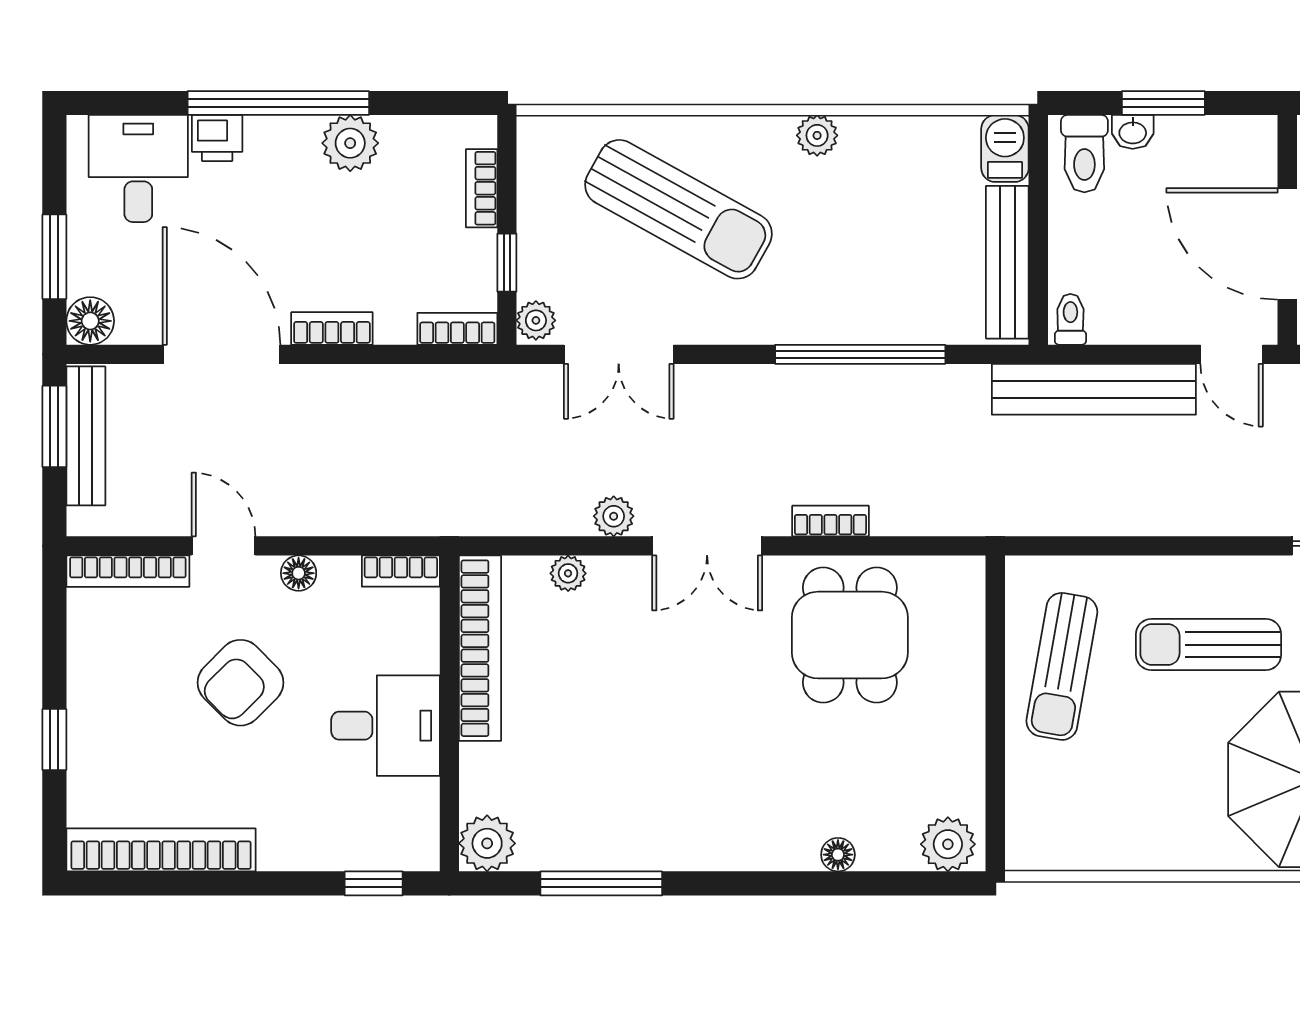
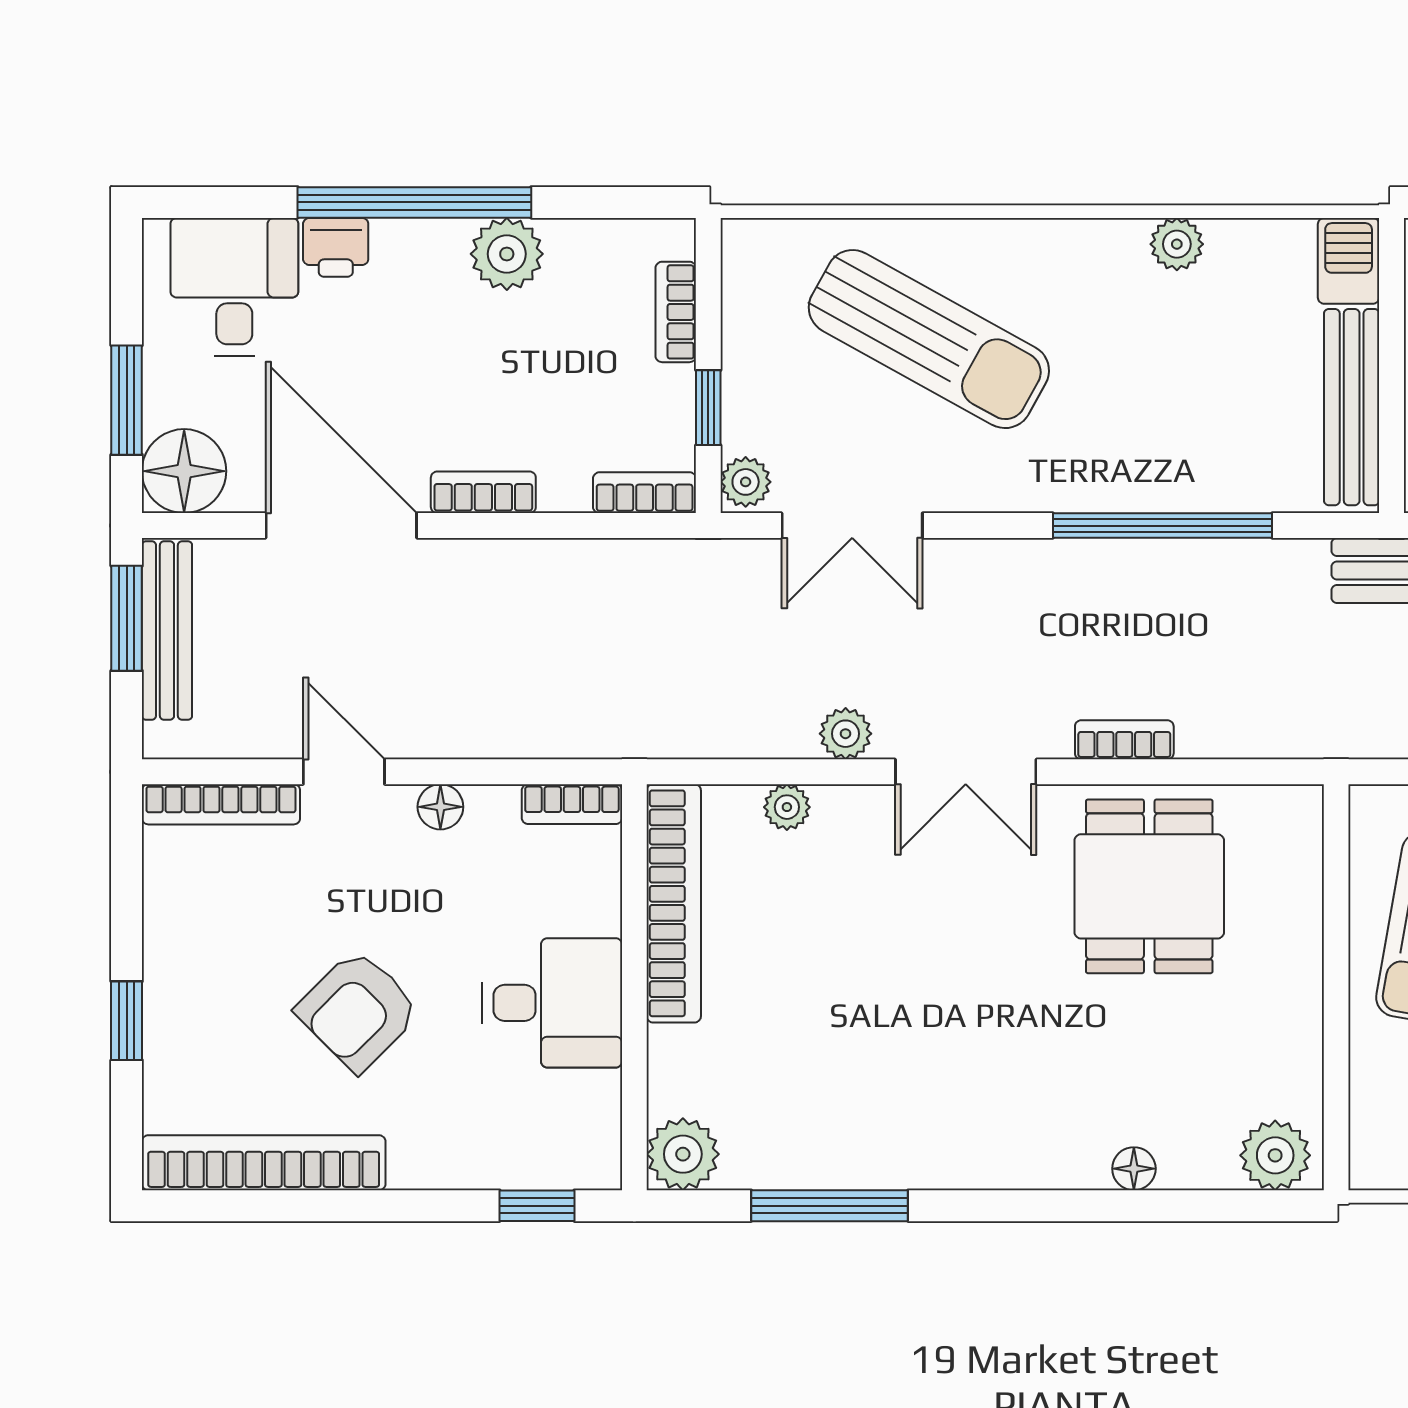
plant: (817, 135) -> (1177, 244), moved
floor lamp: (90, 321) -> (184, 471), width x1.38, depth x1.38
armchair: (241, 683) -> (358, 1010), moved

